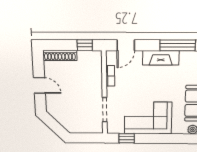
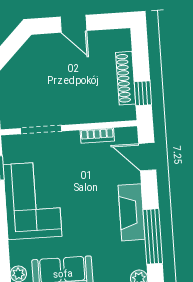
shoe rack: (60, 55) -> (126, 78), moved
door: (39, 85) -> (73, 24), hinge flipped

